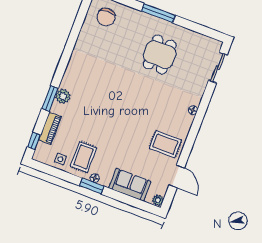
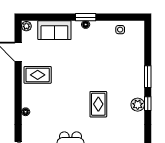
plant: (63, 96) -> (138, 105), moved
piano: (50, 128) -> (138, 52), removed
window: (34, 141) -> (148, 104), moved
rug: (83, 157) -> (98, 104), moved

